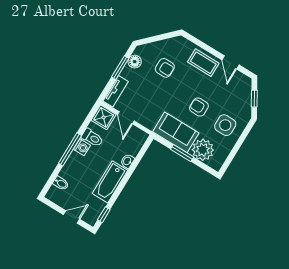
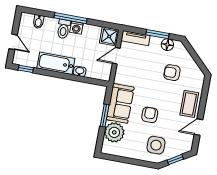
armchair: (165, 68) -> (172, 73), turned 90
side table: (225, 125) -> (156, 145), moved
toilet: (92, 138) -> (64, 29), moved

